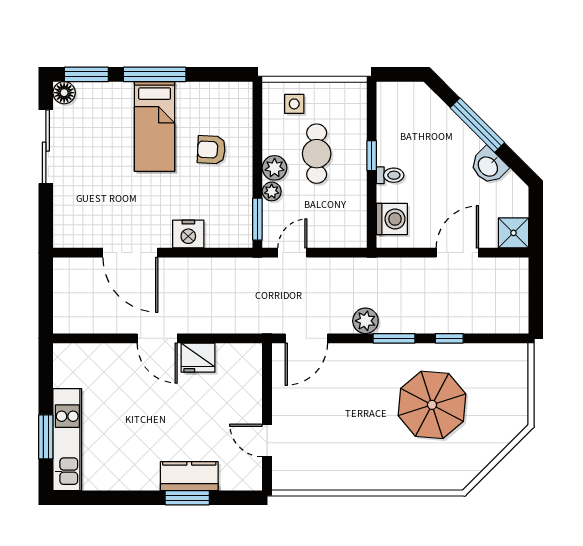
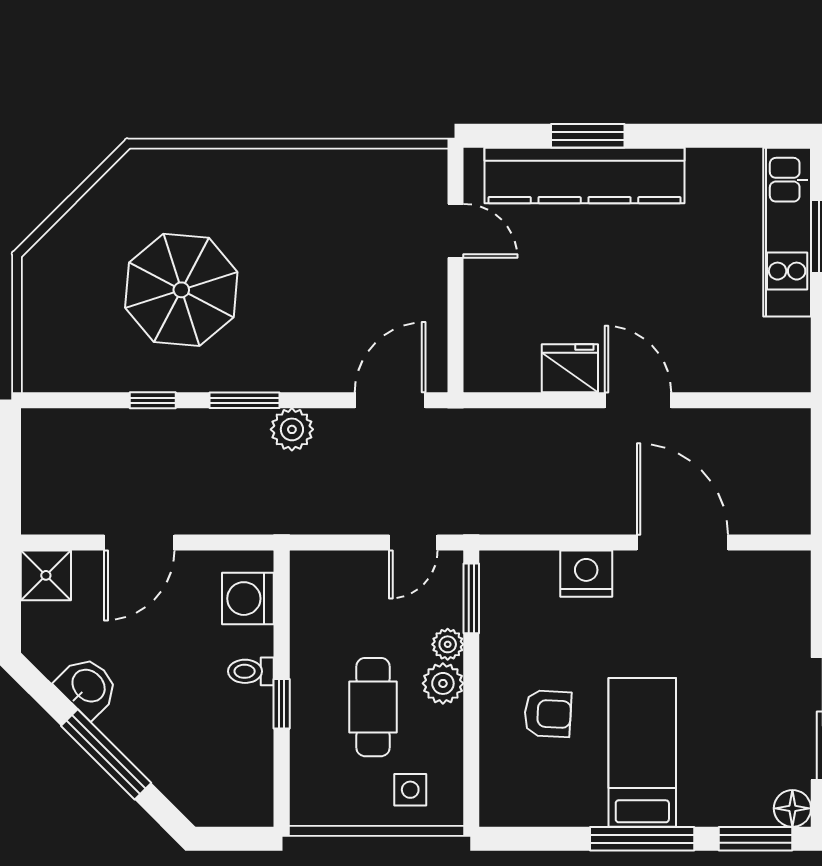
kitchen counter: (189, 476) -> (585, 175), width x2.08, depth x1.17

